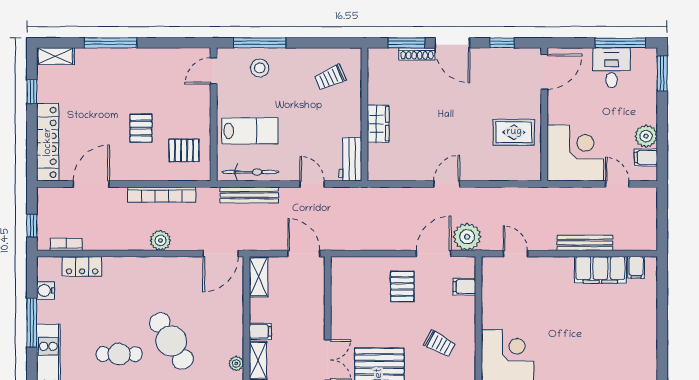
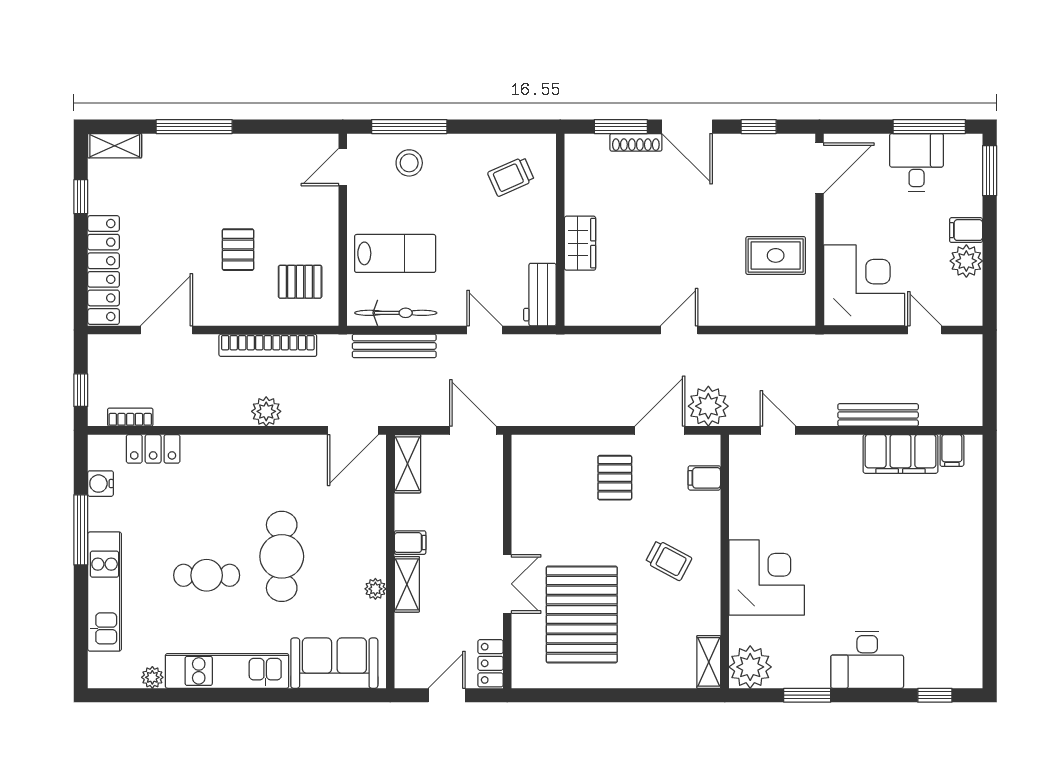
filing cabinet: (646, 158) -> (966, 230), moved
cafe table: (171, 341) -> (282, 556), turned 32

